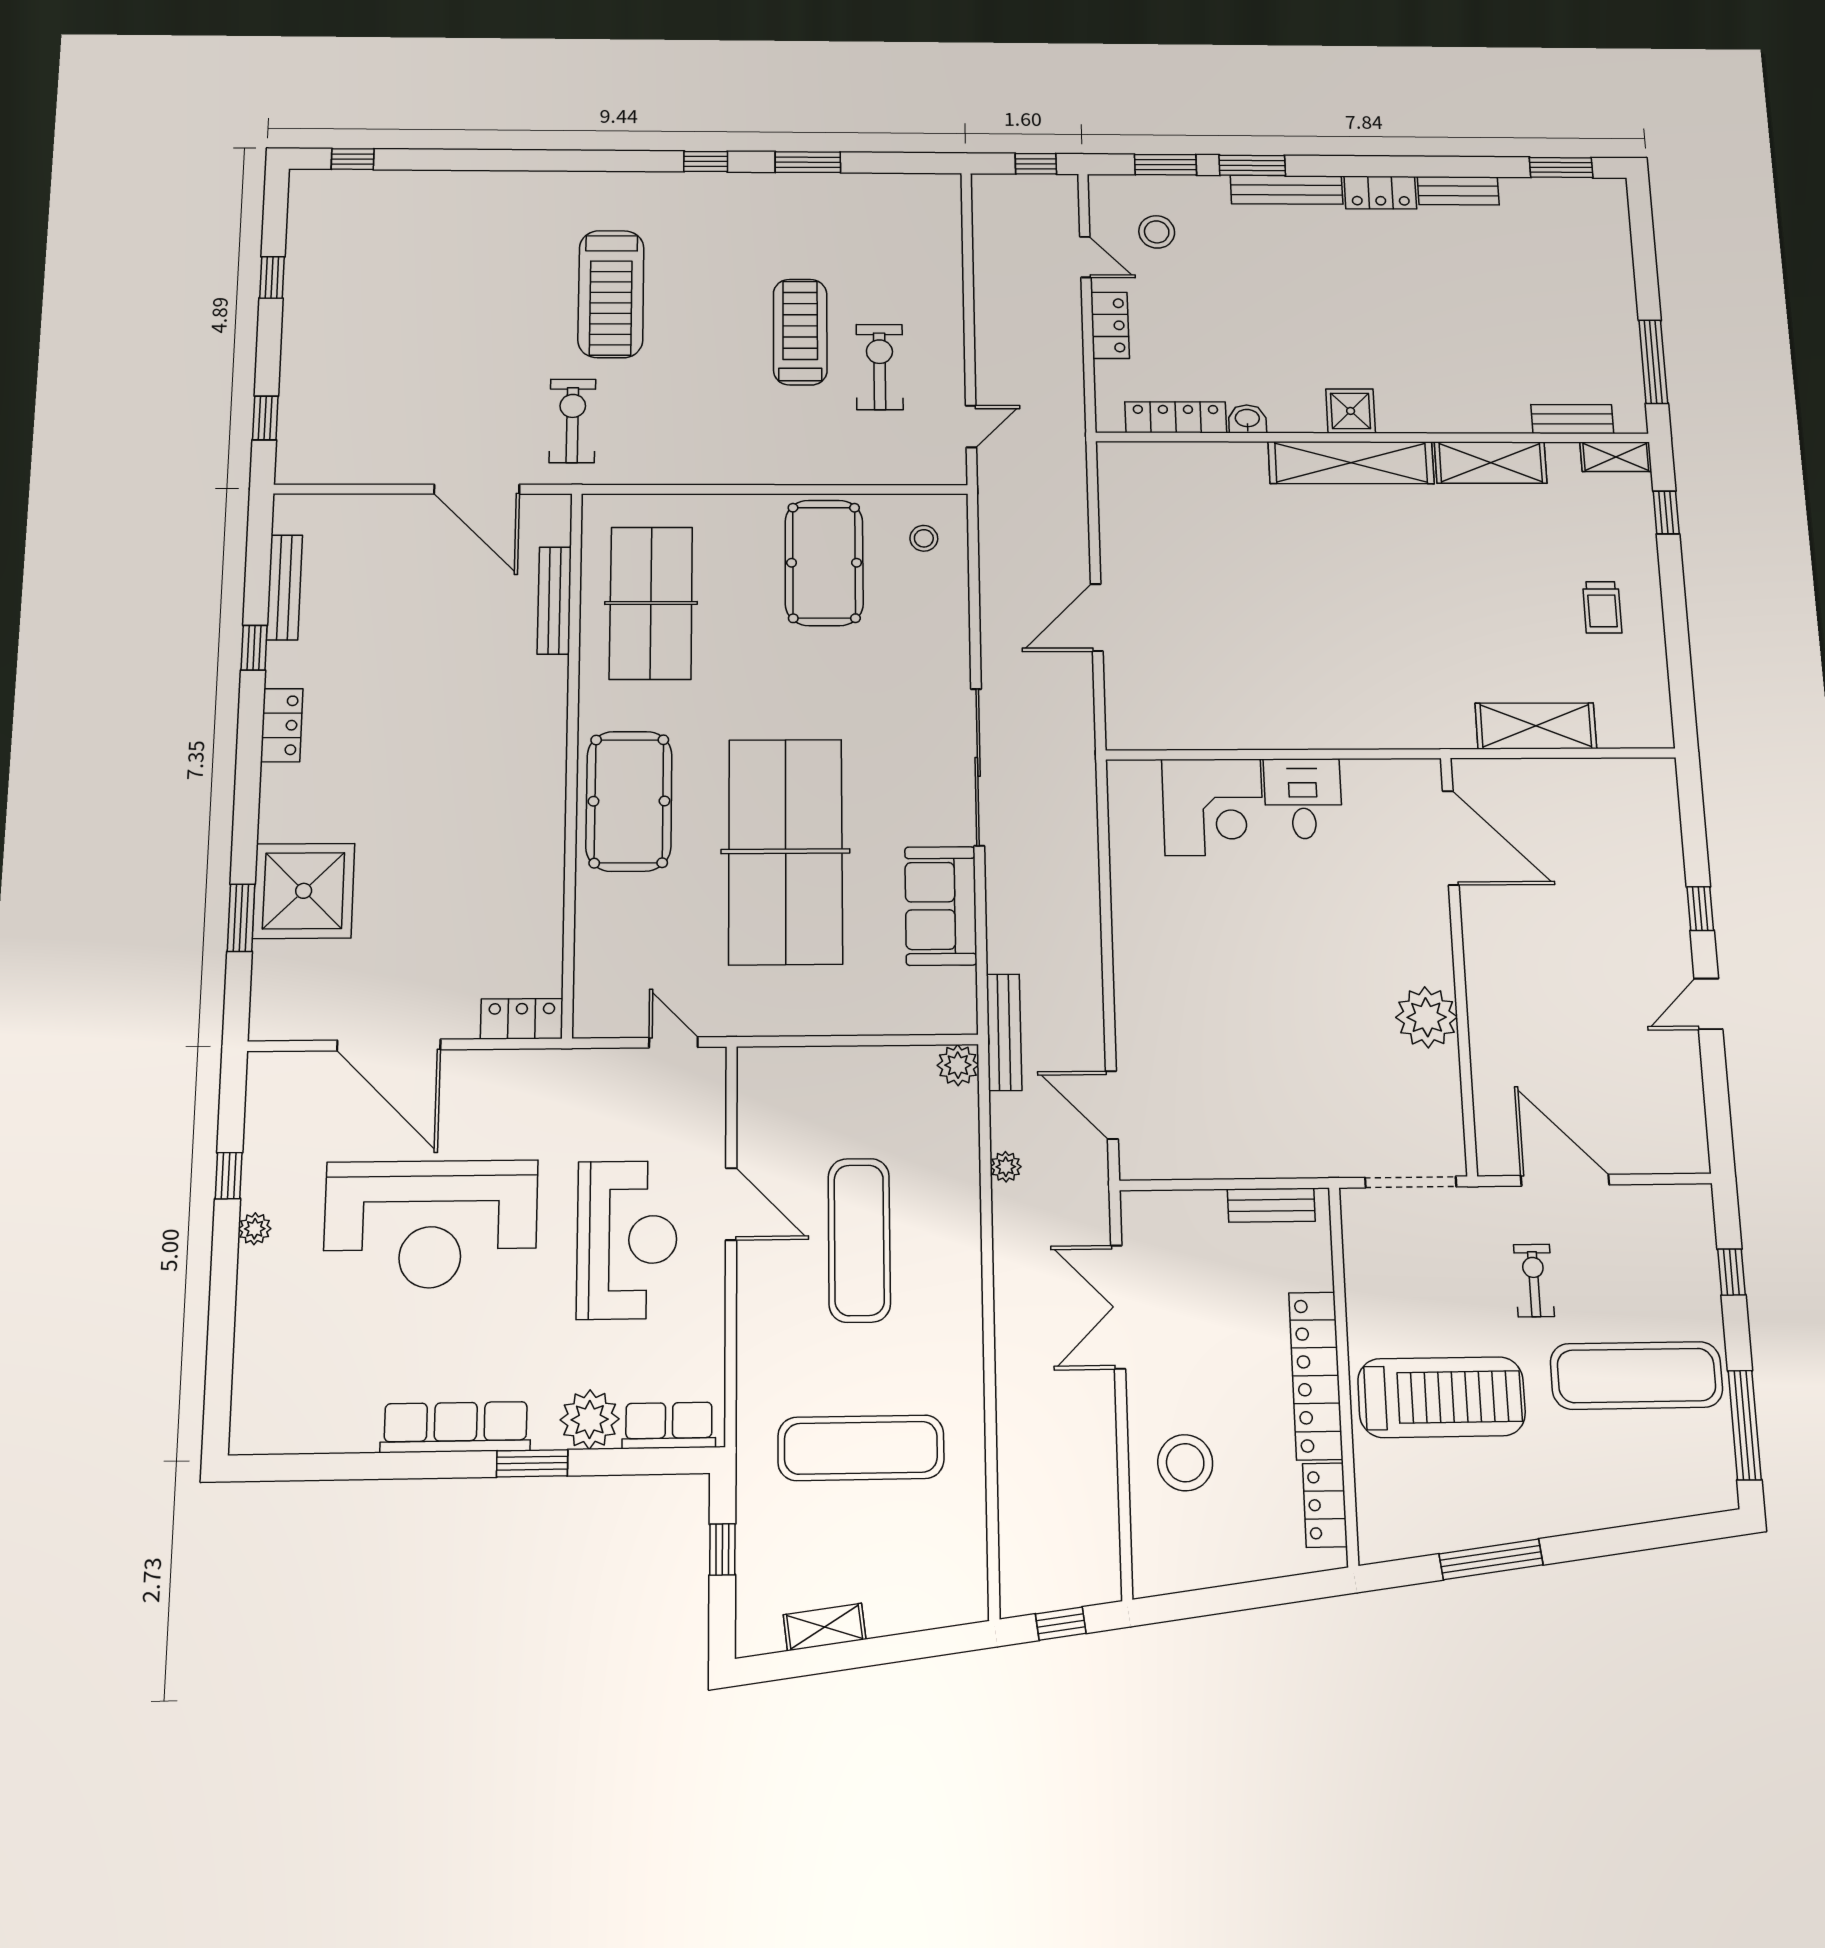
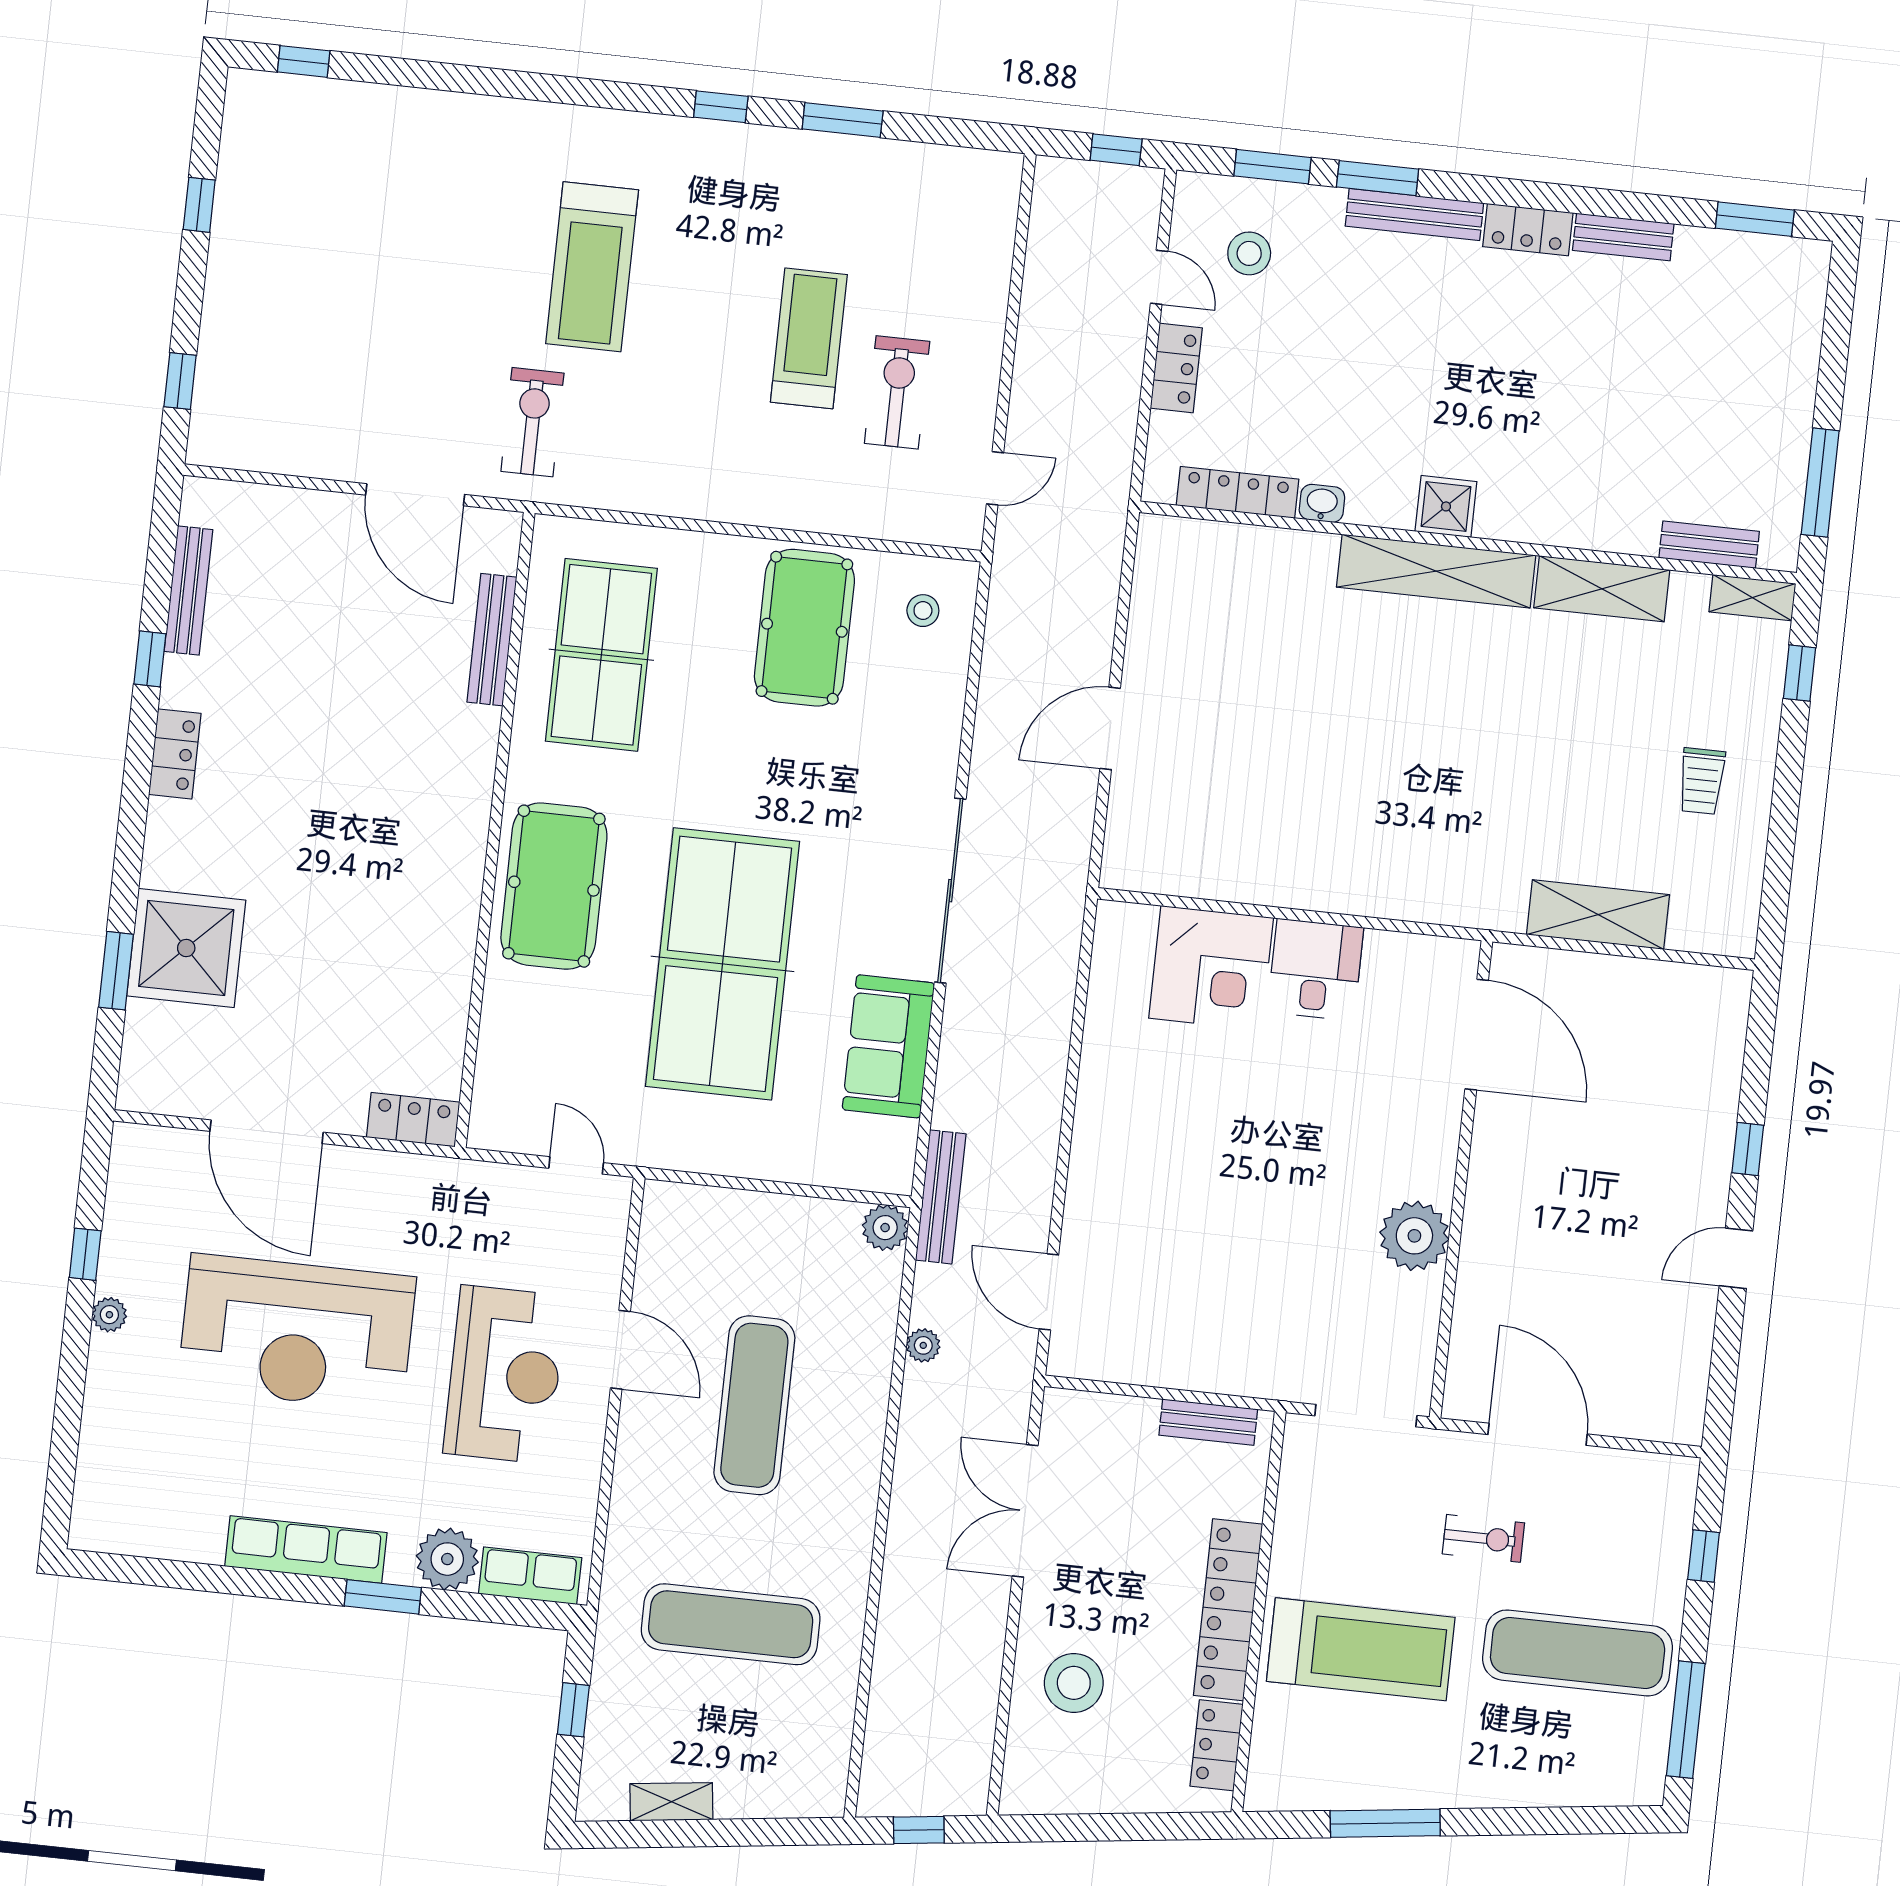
exercise bike: (1534, 1280) -> (1483, 1538), turned 90

